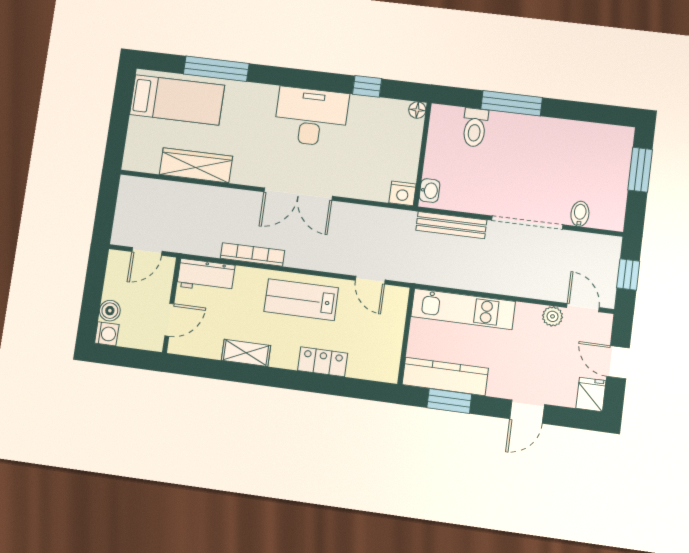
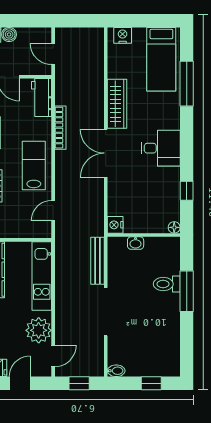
desk: (311, 117) -> (161, 148), width x0.73
toilet: (475, 128) -> (167, 284), moved
nightstand: (135, 150) -> (123, 35), added
wardrobe: (196, 165) -> (117, 104), moved
window: (640, 170) -> (151, 383), width x0.67
washbasin: (430, 191) -> (136, 243), moved
bidet: (580, 214) -> (116, 371), moved
plant: (553, 316) -> (39, 330), width x1.87, depth x1.87

